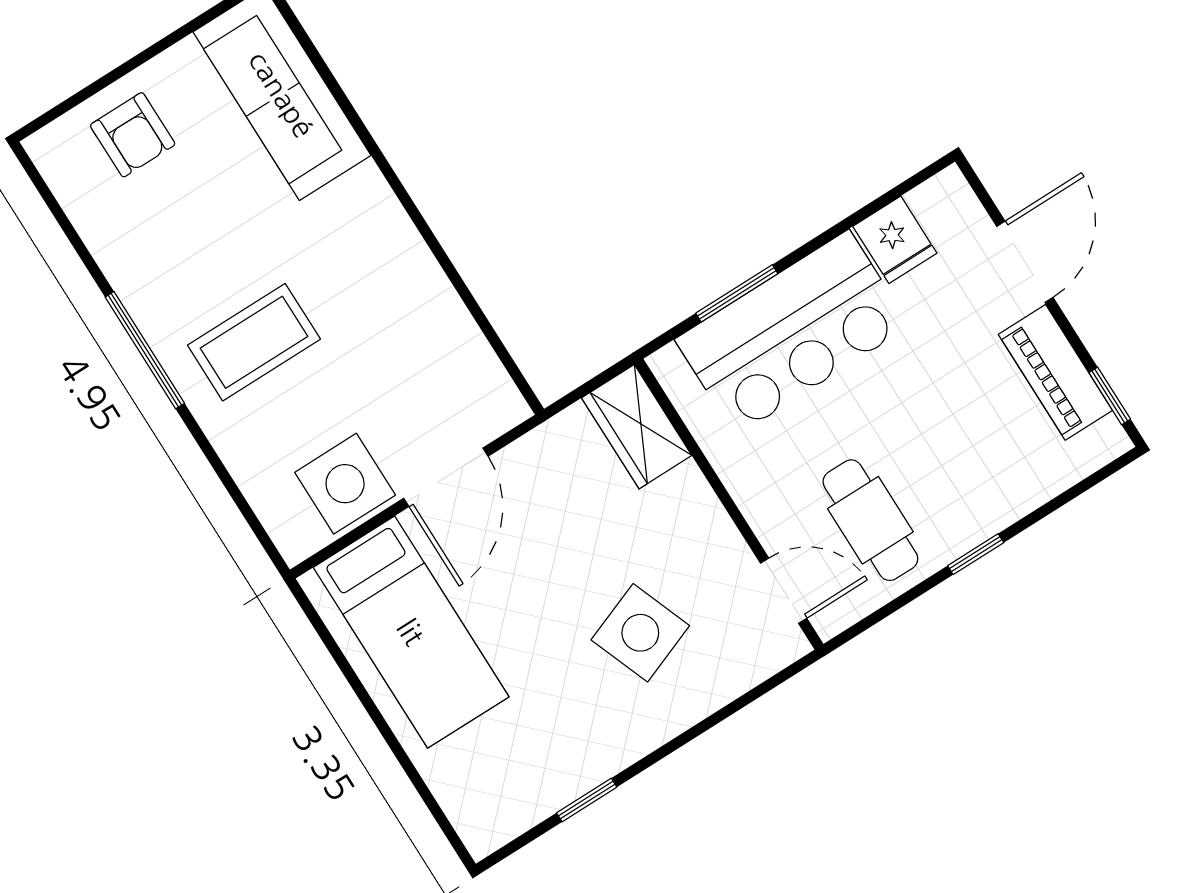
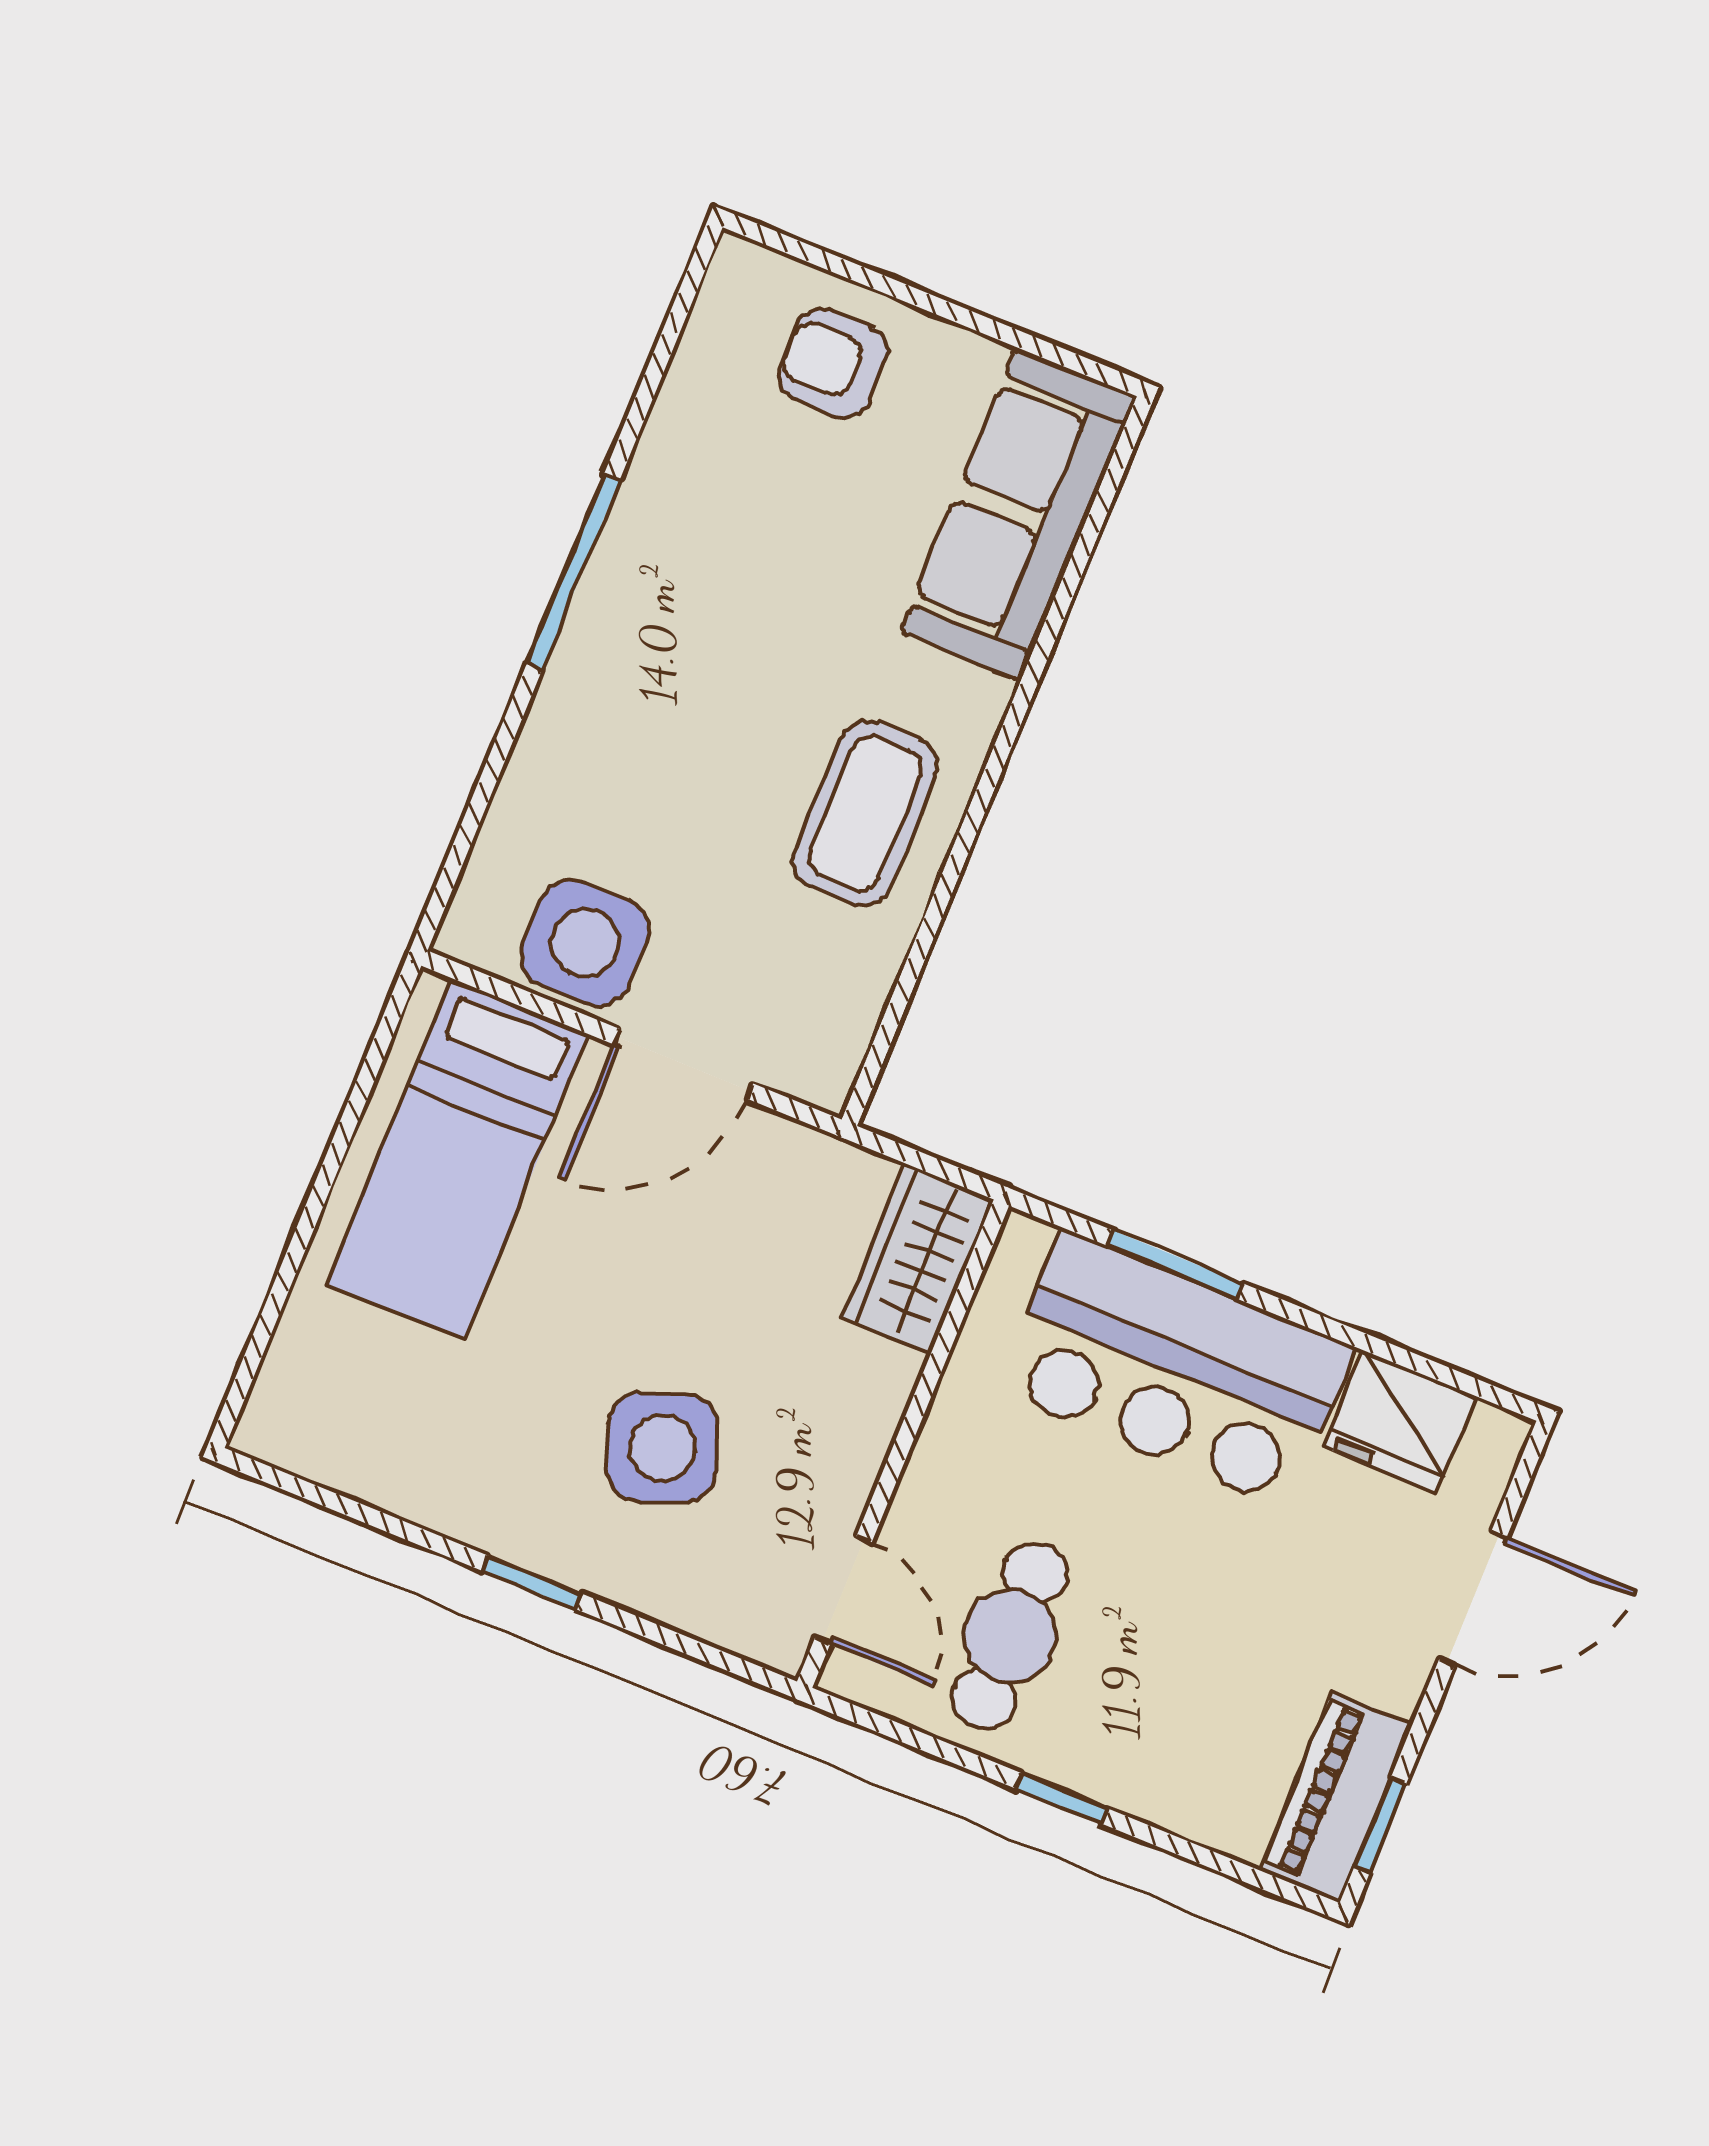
armchair: (133, 135) -> (833, 363), turned 90
fridge: (895, 240) -> (1400, 1422), width x1.38
coffee table: (254, 342) -> (866, 813), moved, turned 90
piano: (1055, 372) -> (1336, 1797), moved
window: (587, 800) -> (532, 1582), moved

